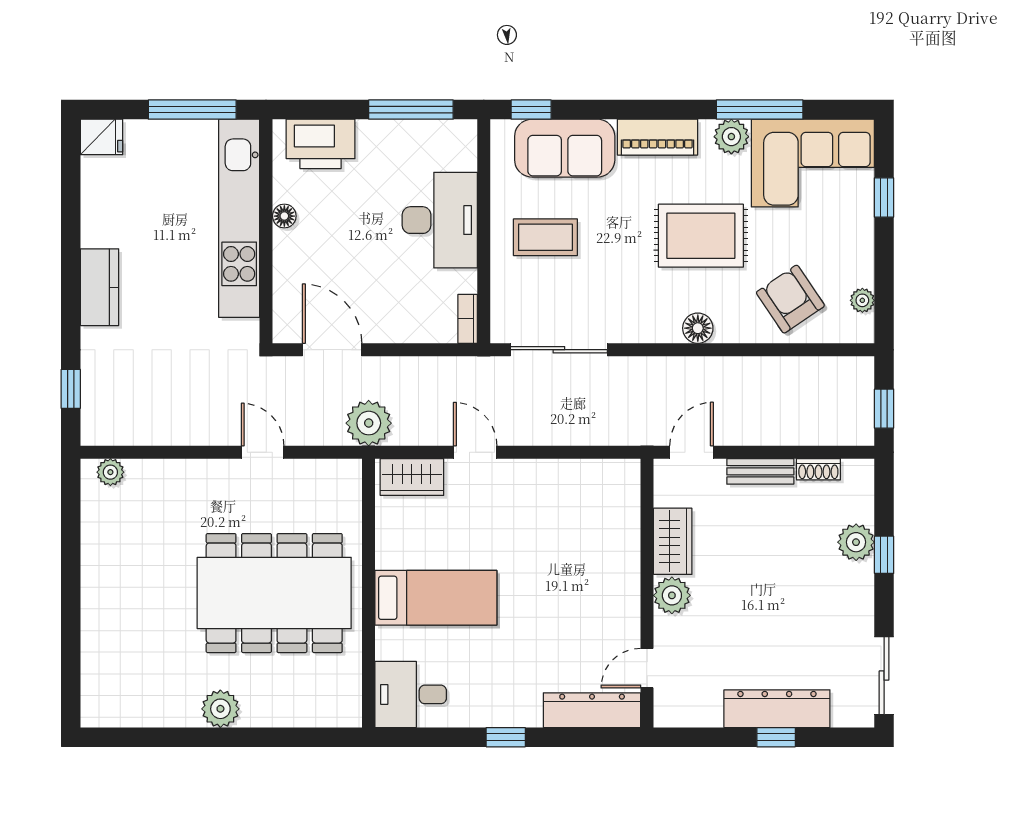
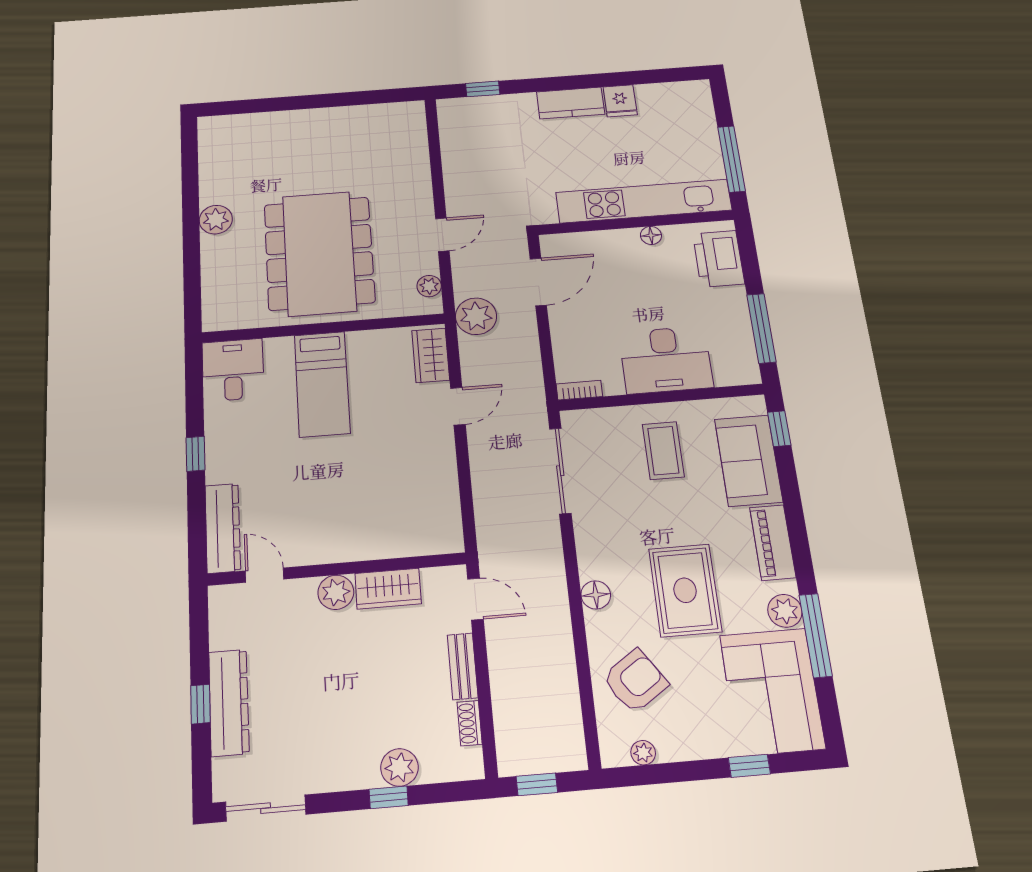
fridge: (102, 137) -> (620, 101), moved
plant: (110, 472) -> (429, 286), moved

